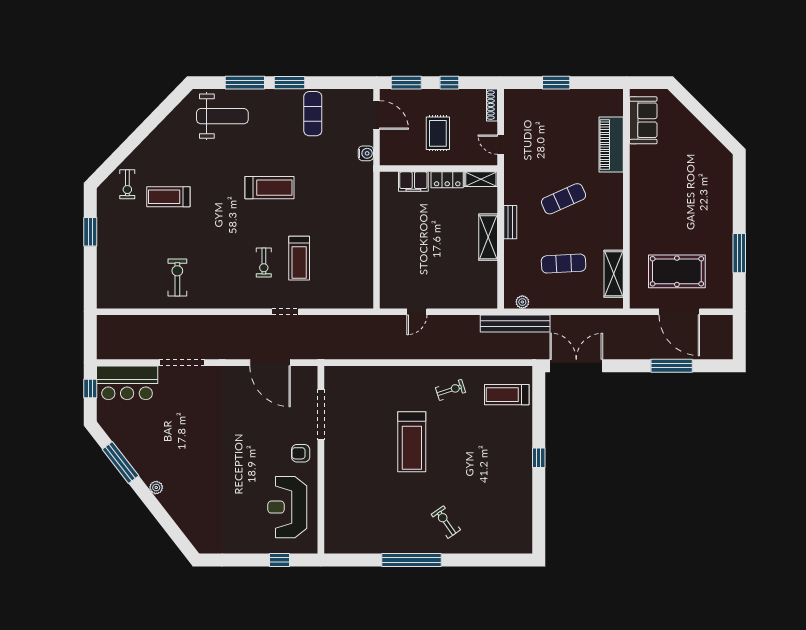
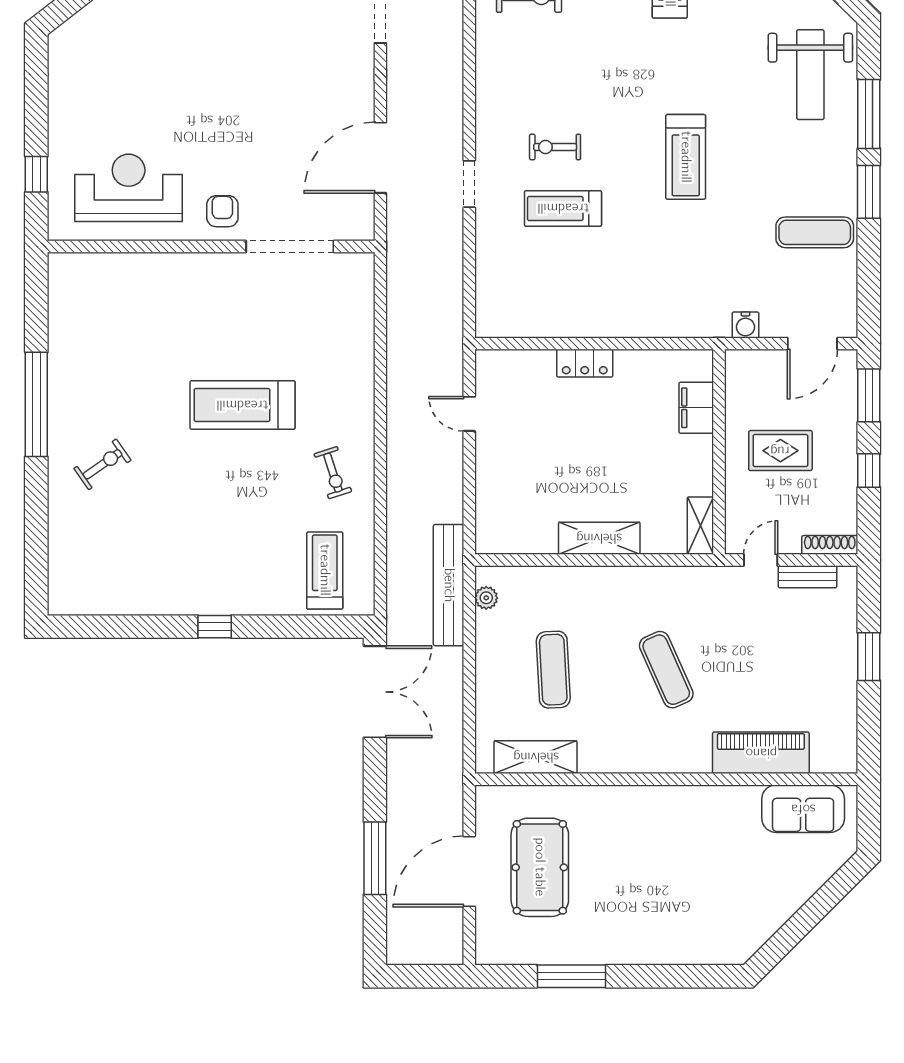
locker: (447, 180) -> (585, 363), moved, turned -90
bench: (510, 222) -> (807, 577), moved

